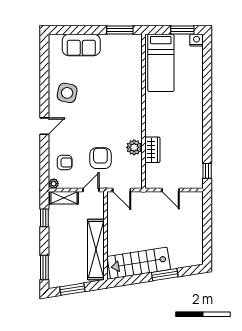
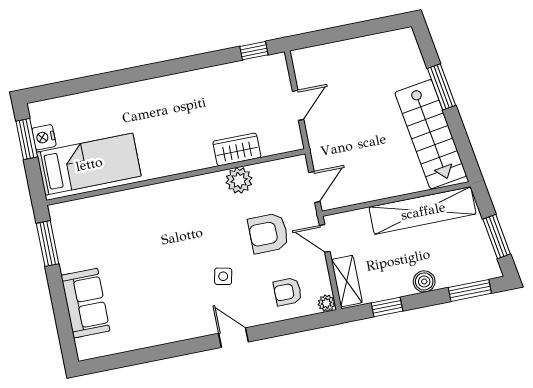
nightstand: (196, 40) -> (44, 137), moved
side table: (67, 93) -> (223, 276), moved, width x0.54, depth x0.54
armchair: (65, 162) -> (287, 292), turned -90
boiler: (55, 242) -> (424, 281), added

